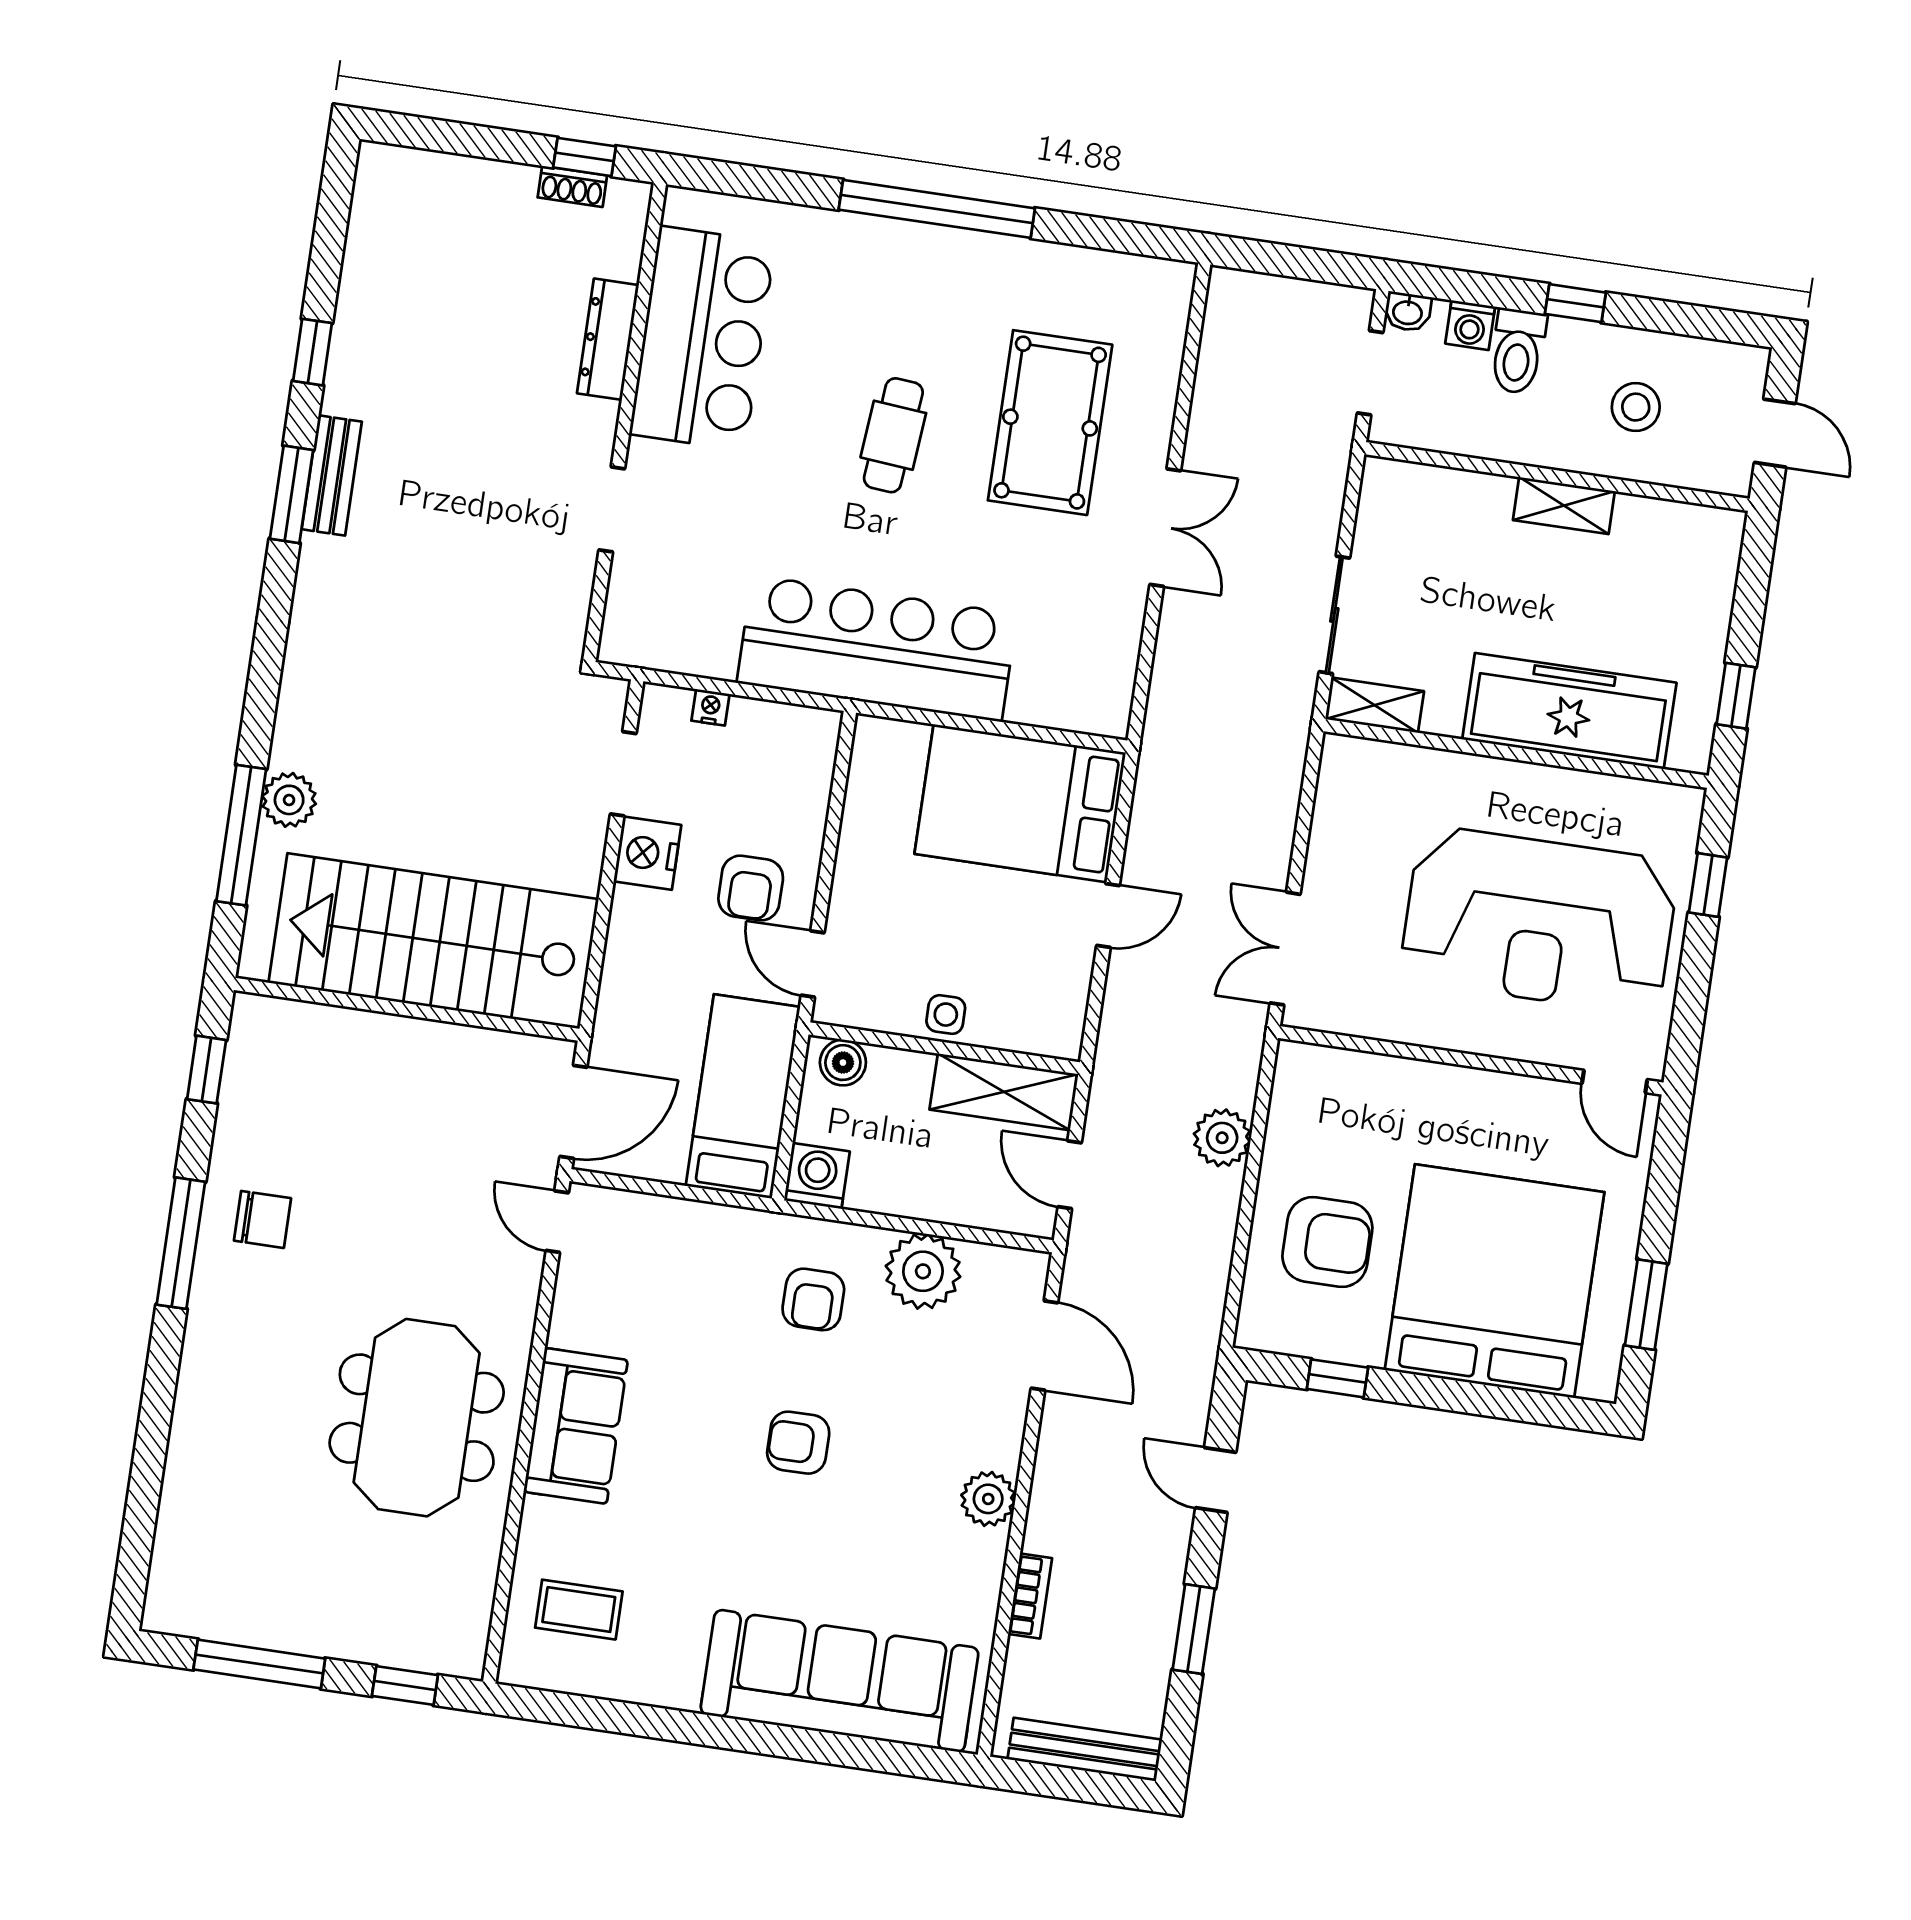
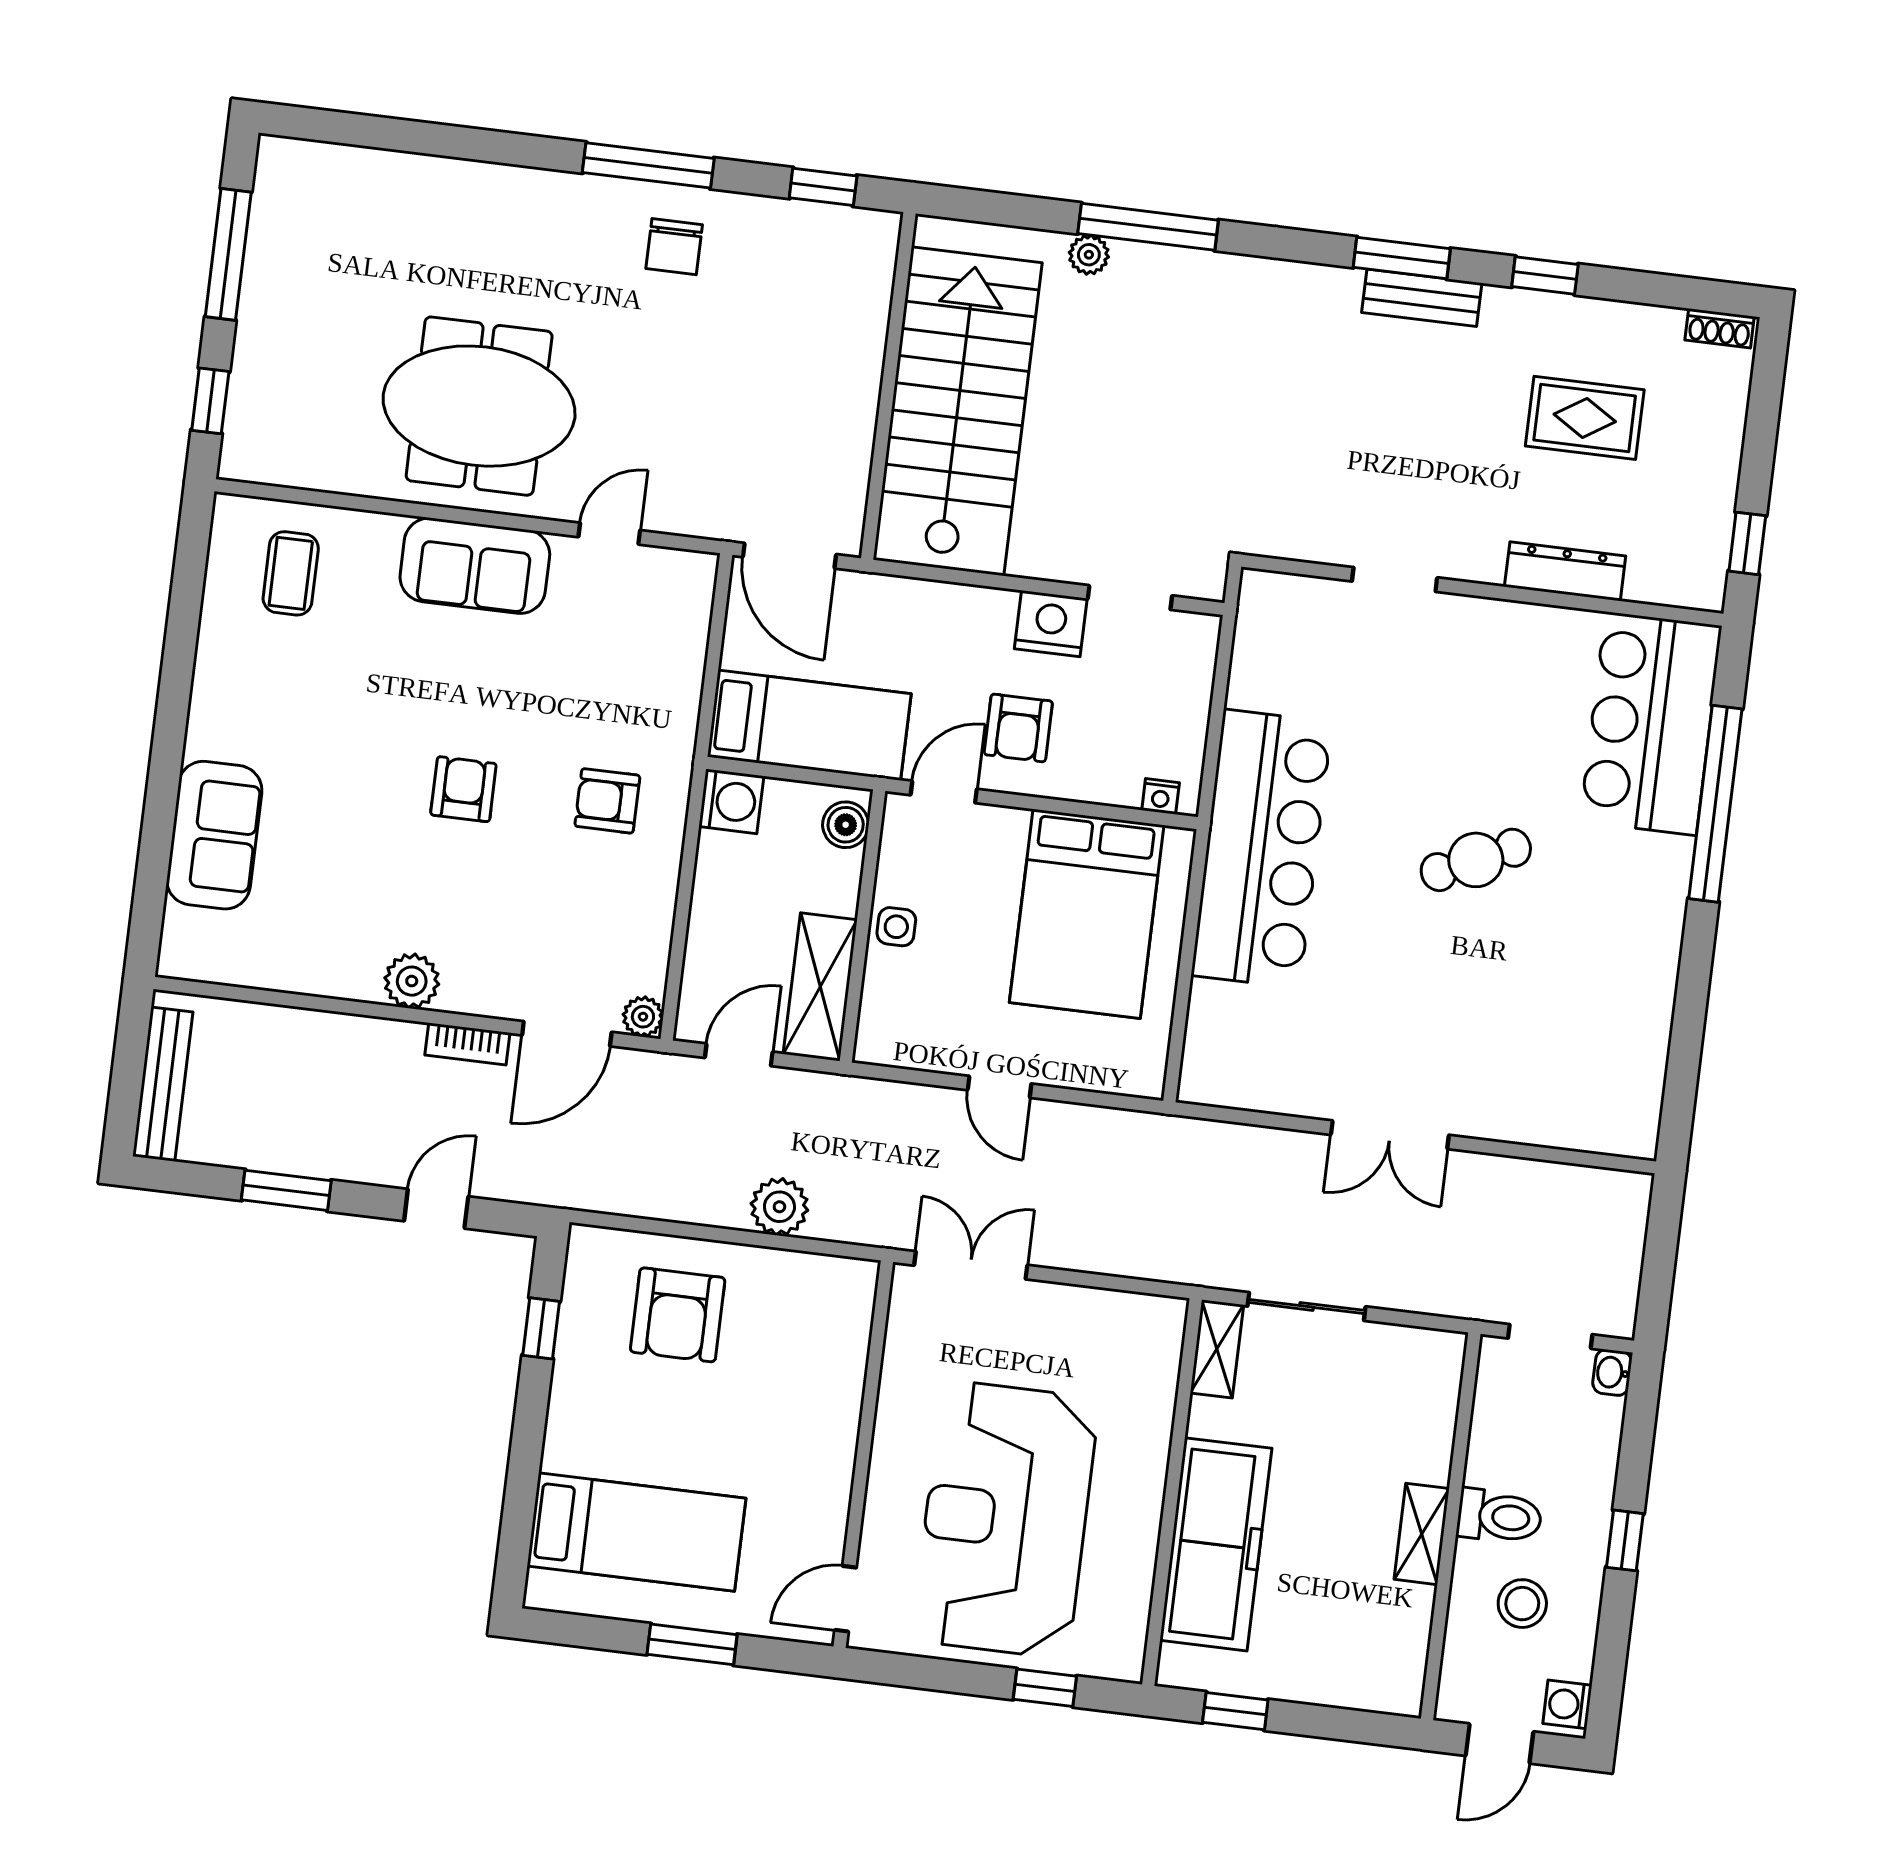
shoe rack: (572, 186) -> (1720, 328), moved, turned -90
window: (937, 209) -> (1715, 804), moved
rug: (455, 316) -> (1585, 418), added
washing machine: (1470, 325) -> (1567, 1704), moved
bar counter: (702, 338) -> (1651, 724), moved, turned 90
toilet: (1518, 351) -> (1499, 1516), moved, turned 180
pool table: (1050, 423) -> (1492, 1017), removed
cafe table: (893, 435) -> (1476, 860), turned -30
nightstand: (710, 707) -> (1161, 796), moved, turned 90
plant: (289, 800) -> (1089, 255), width x0.73, depth x0.73
bed: (1020, 803) -> (1087, 914), moved, turned 180
window: (241, 835) -> (1148, 227), moved
armchair: (751, 888) -> (1018, 728), turned -90
door: (557, 1222) -> (609, 534), moved
plant: (923, 1271) -> (643, 1017), moved, width x0.53, depth x0.53
bed: (1495, 1281) -> (636, 1532), width x0.49
window: (1646, 1305) -> (692, 1644), moved
bookcase: (1030, 1596) -> (467, 1044), moved
sofa: (840, 1681) -> (214, 835), width x0.54, depth x0.79

